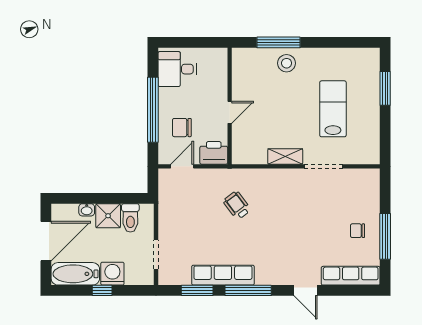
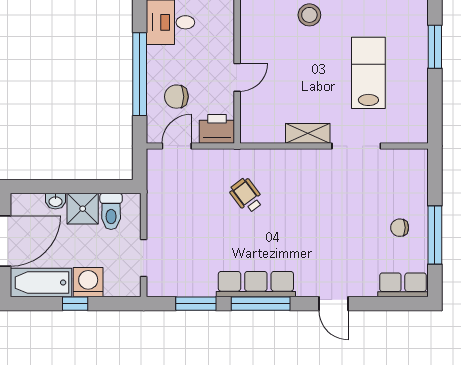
row of seats: (223, 275) -> (256, 284), moved
row of seats: (351, 276) -> (403, 285), width x0.68

